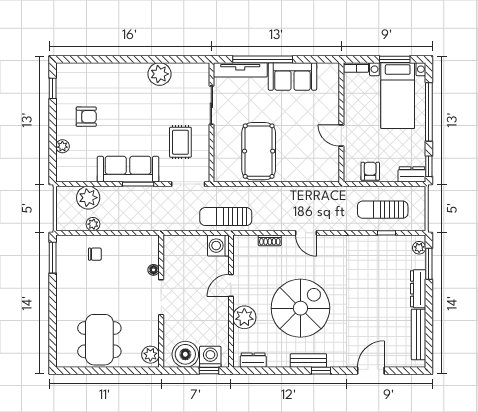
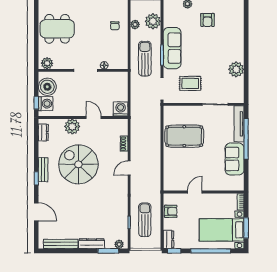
sun lounger: (226, 217) -> (145, 59), moved
spiral stairs: (300, 308) -> (78, 164), turned 180

